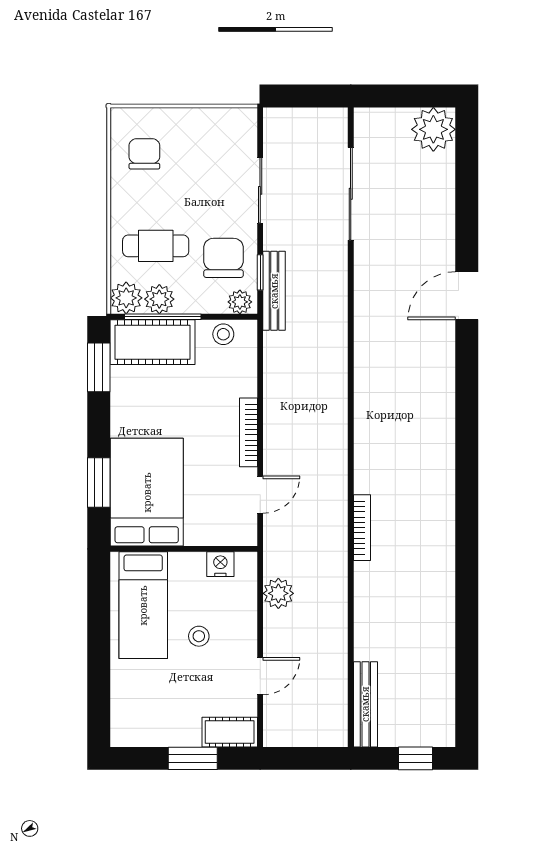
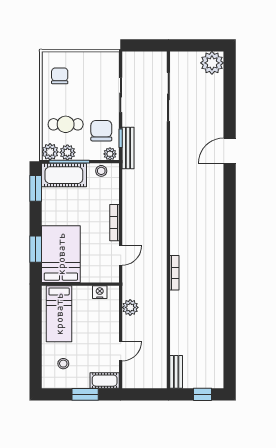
stool: (199, 636) -> (63, 364), moved
bench: (365, 704) -> (176, 372), width x0.73

